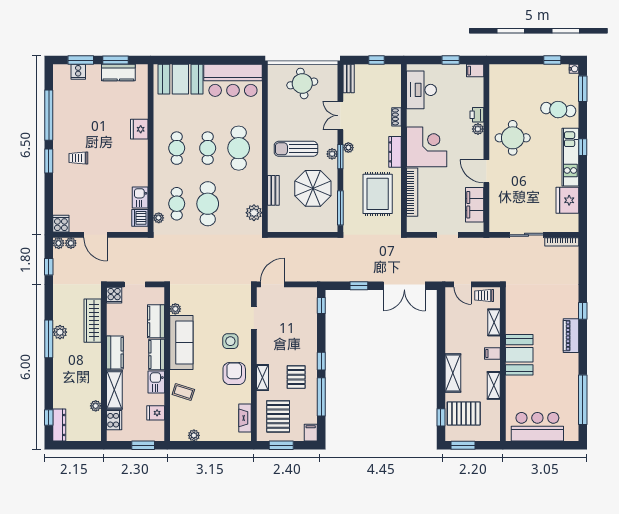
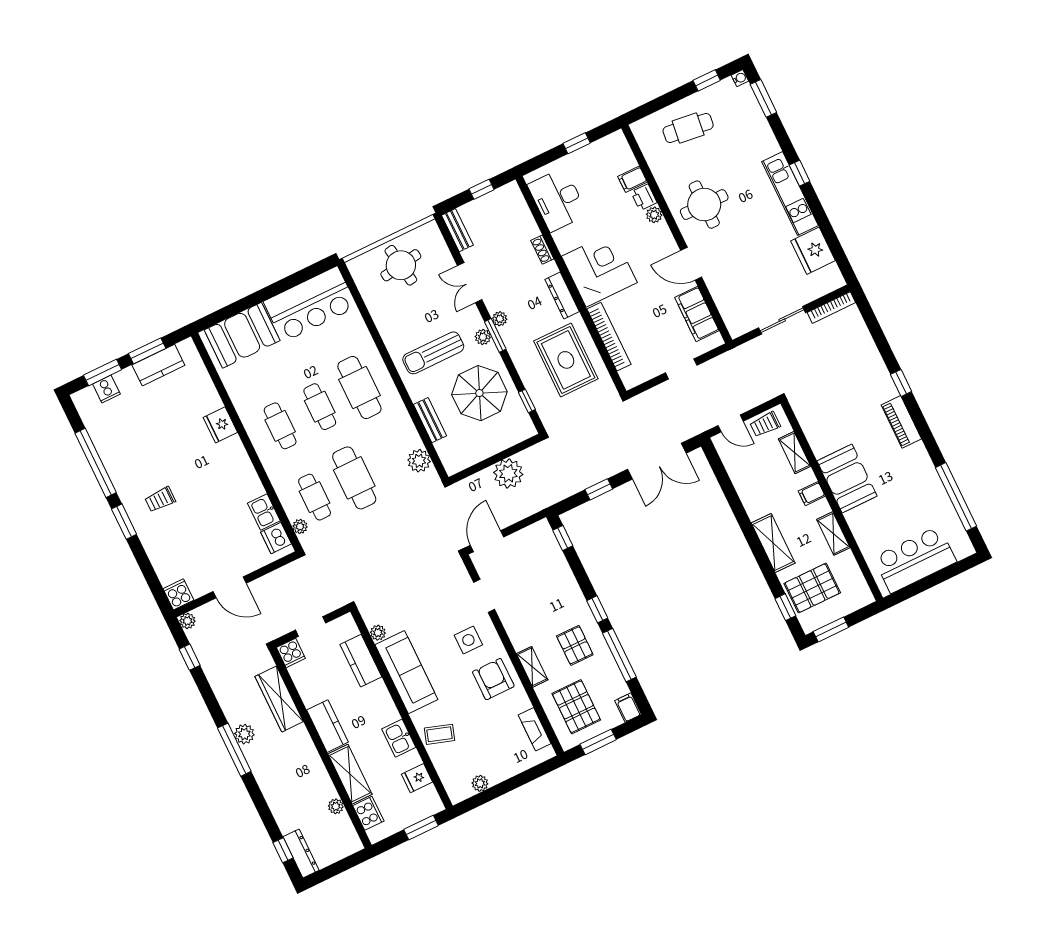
filing cabinet: (475, 71) -> (632, 179), moved
cafe table: (558, 110) -> (688, 128), moved
window: (340, 208) -> (527, 401), width x0.46
plant: (71, 243) -> (508, 473), moved, width x1.88, depth x1.88
kitchen counter: (157, 354) -> (382, 703), removed

